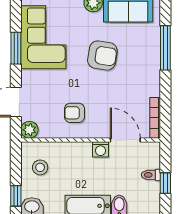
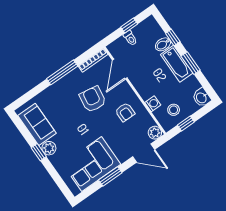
window: (165, 48) -> (62, 72), moved
armchair: (102, 56) -> (93, 99), moved
washing machine: (100, 149) -> (153, 104), moved
window: (16, 196) -> (186, 123), moved

